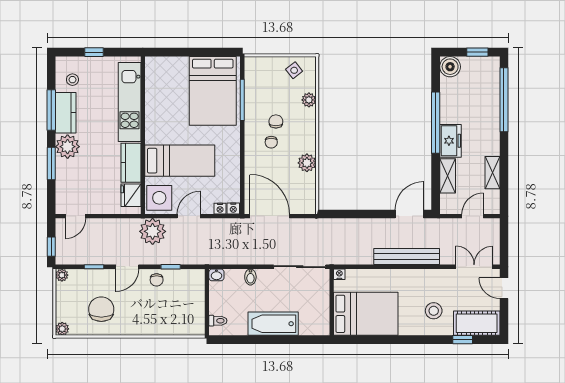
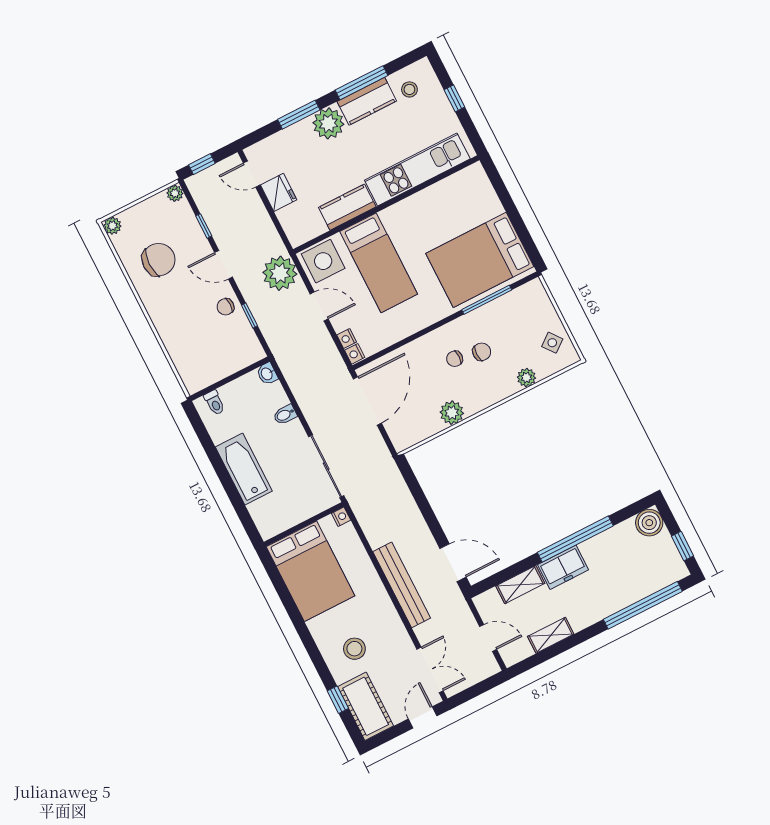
fridge: (131, 195) -> (279, 192), moved, turned 90

